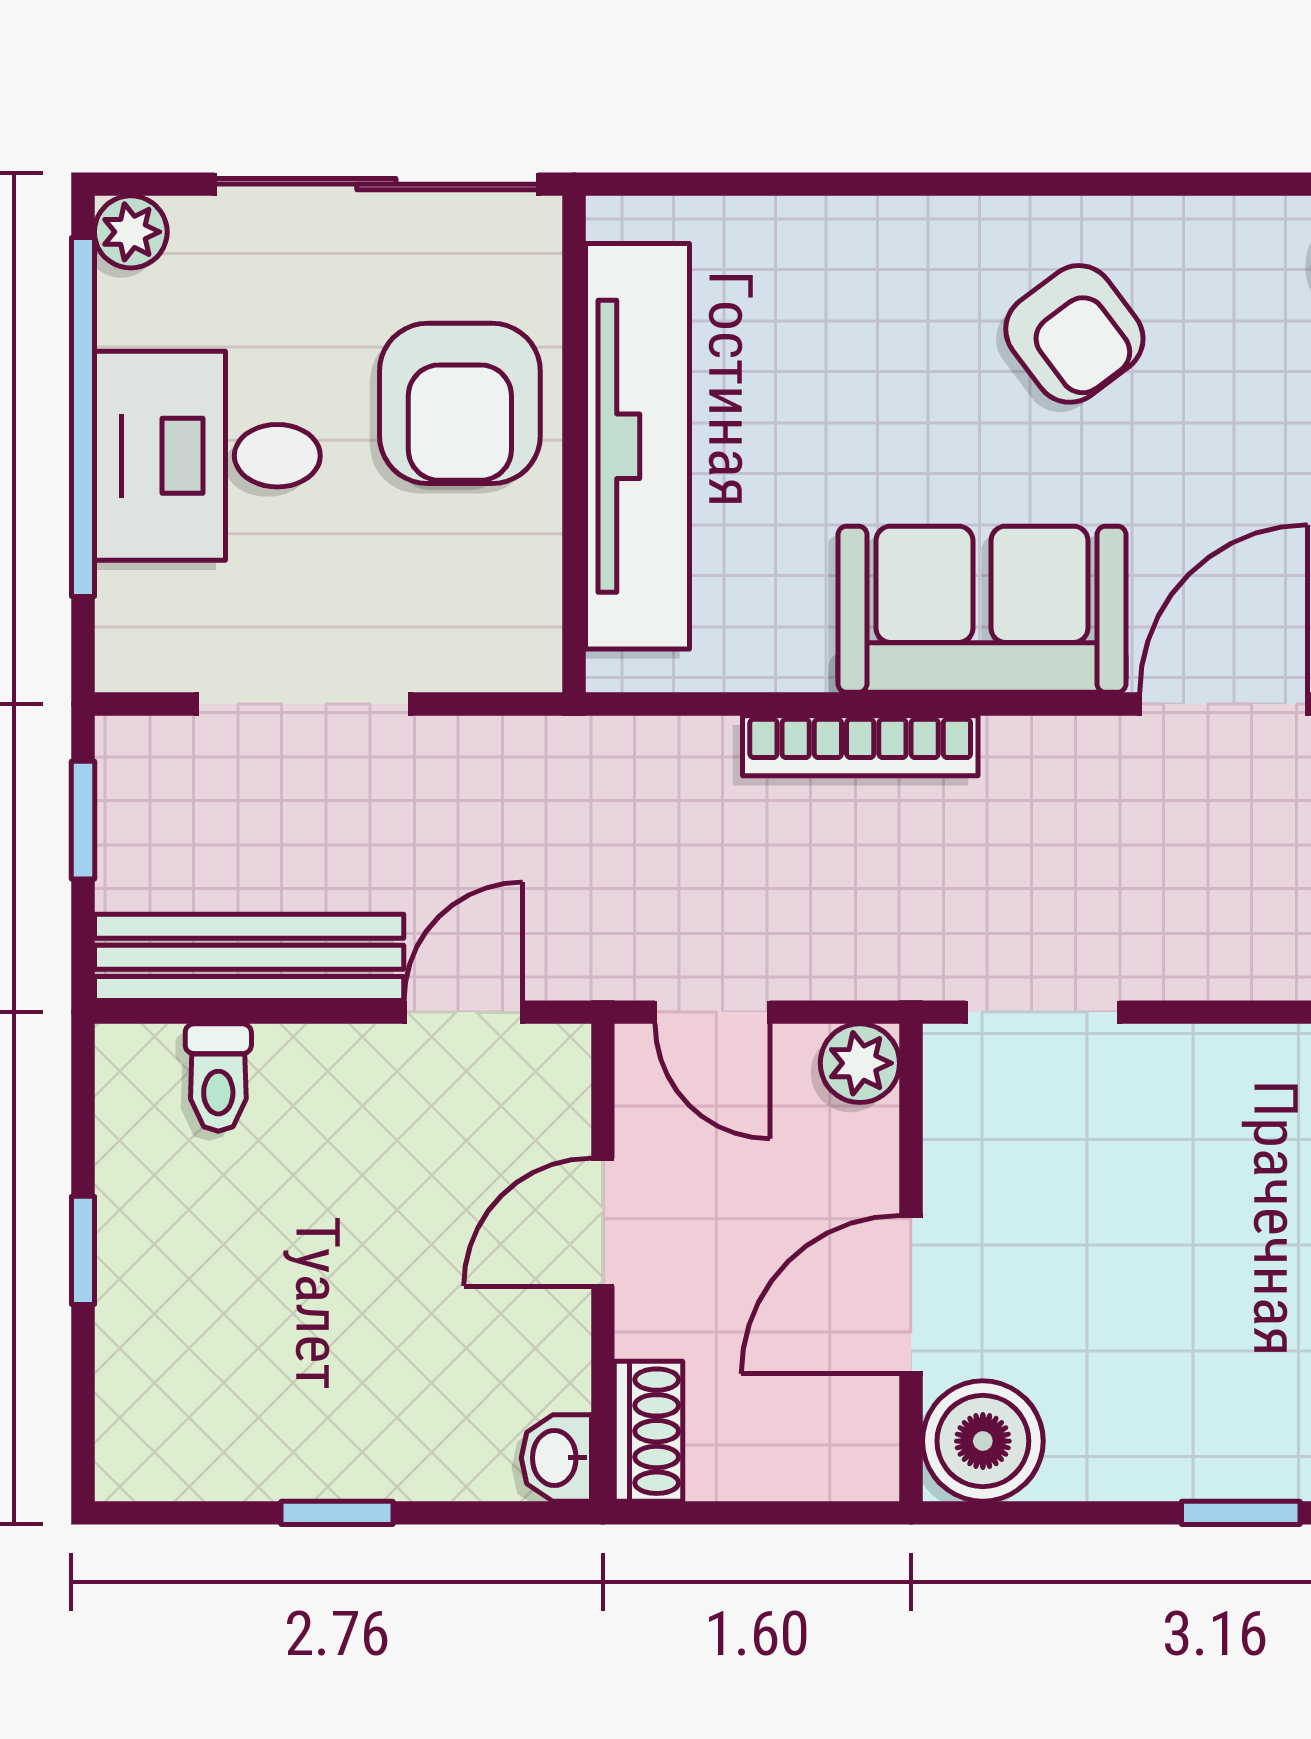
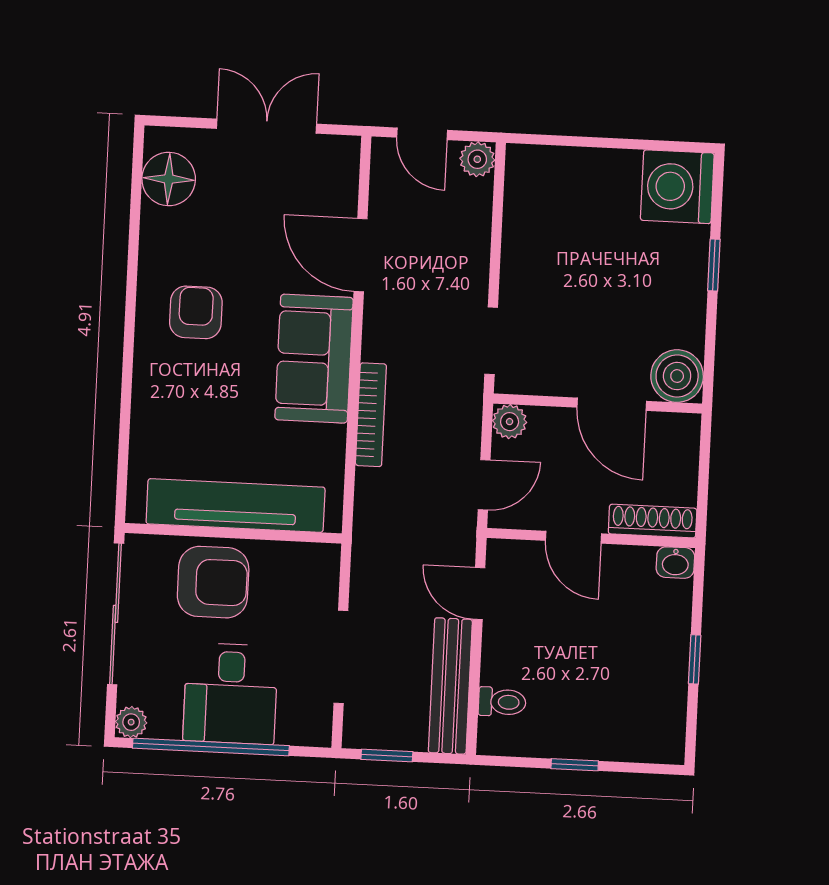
armchair: (1074, 334) -> (196, 312), turned -53
shoe rack: (648, 1431) -> (653, 521), width x1.43

